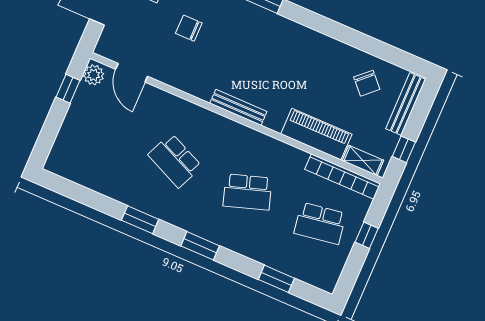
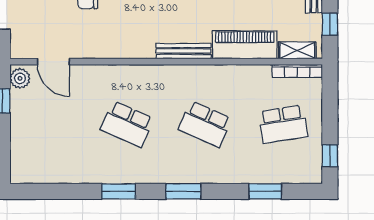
bench: (238, 107) -> (184, 51), moved
bookcase: (343, 177) -> (297, 71), width x0.68, depth x0.76
school desk: (247, 192) -> (205, 124), turned 42
window: (367, 235) -> (330, 156), moved

